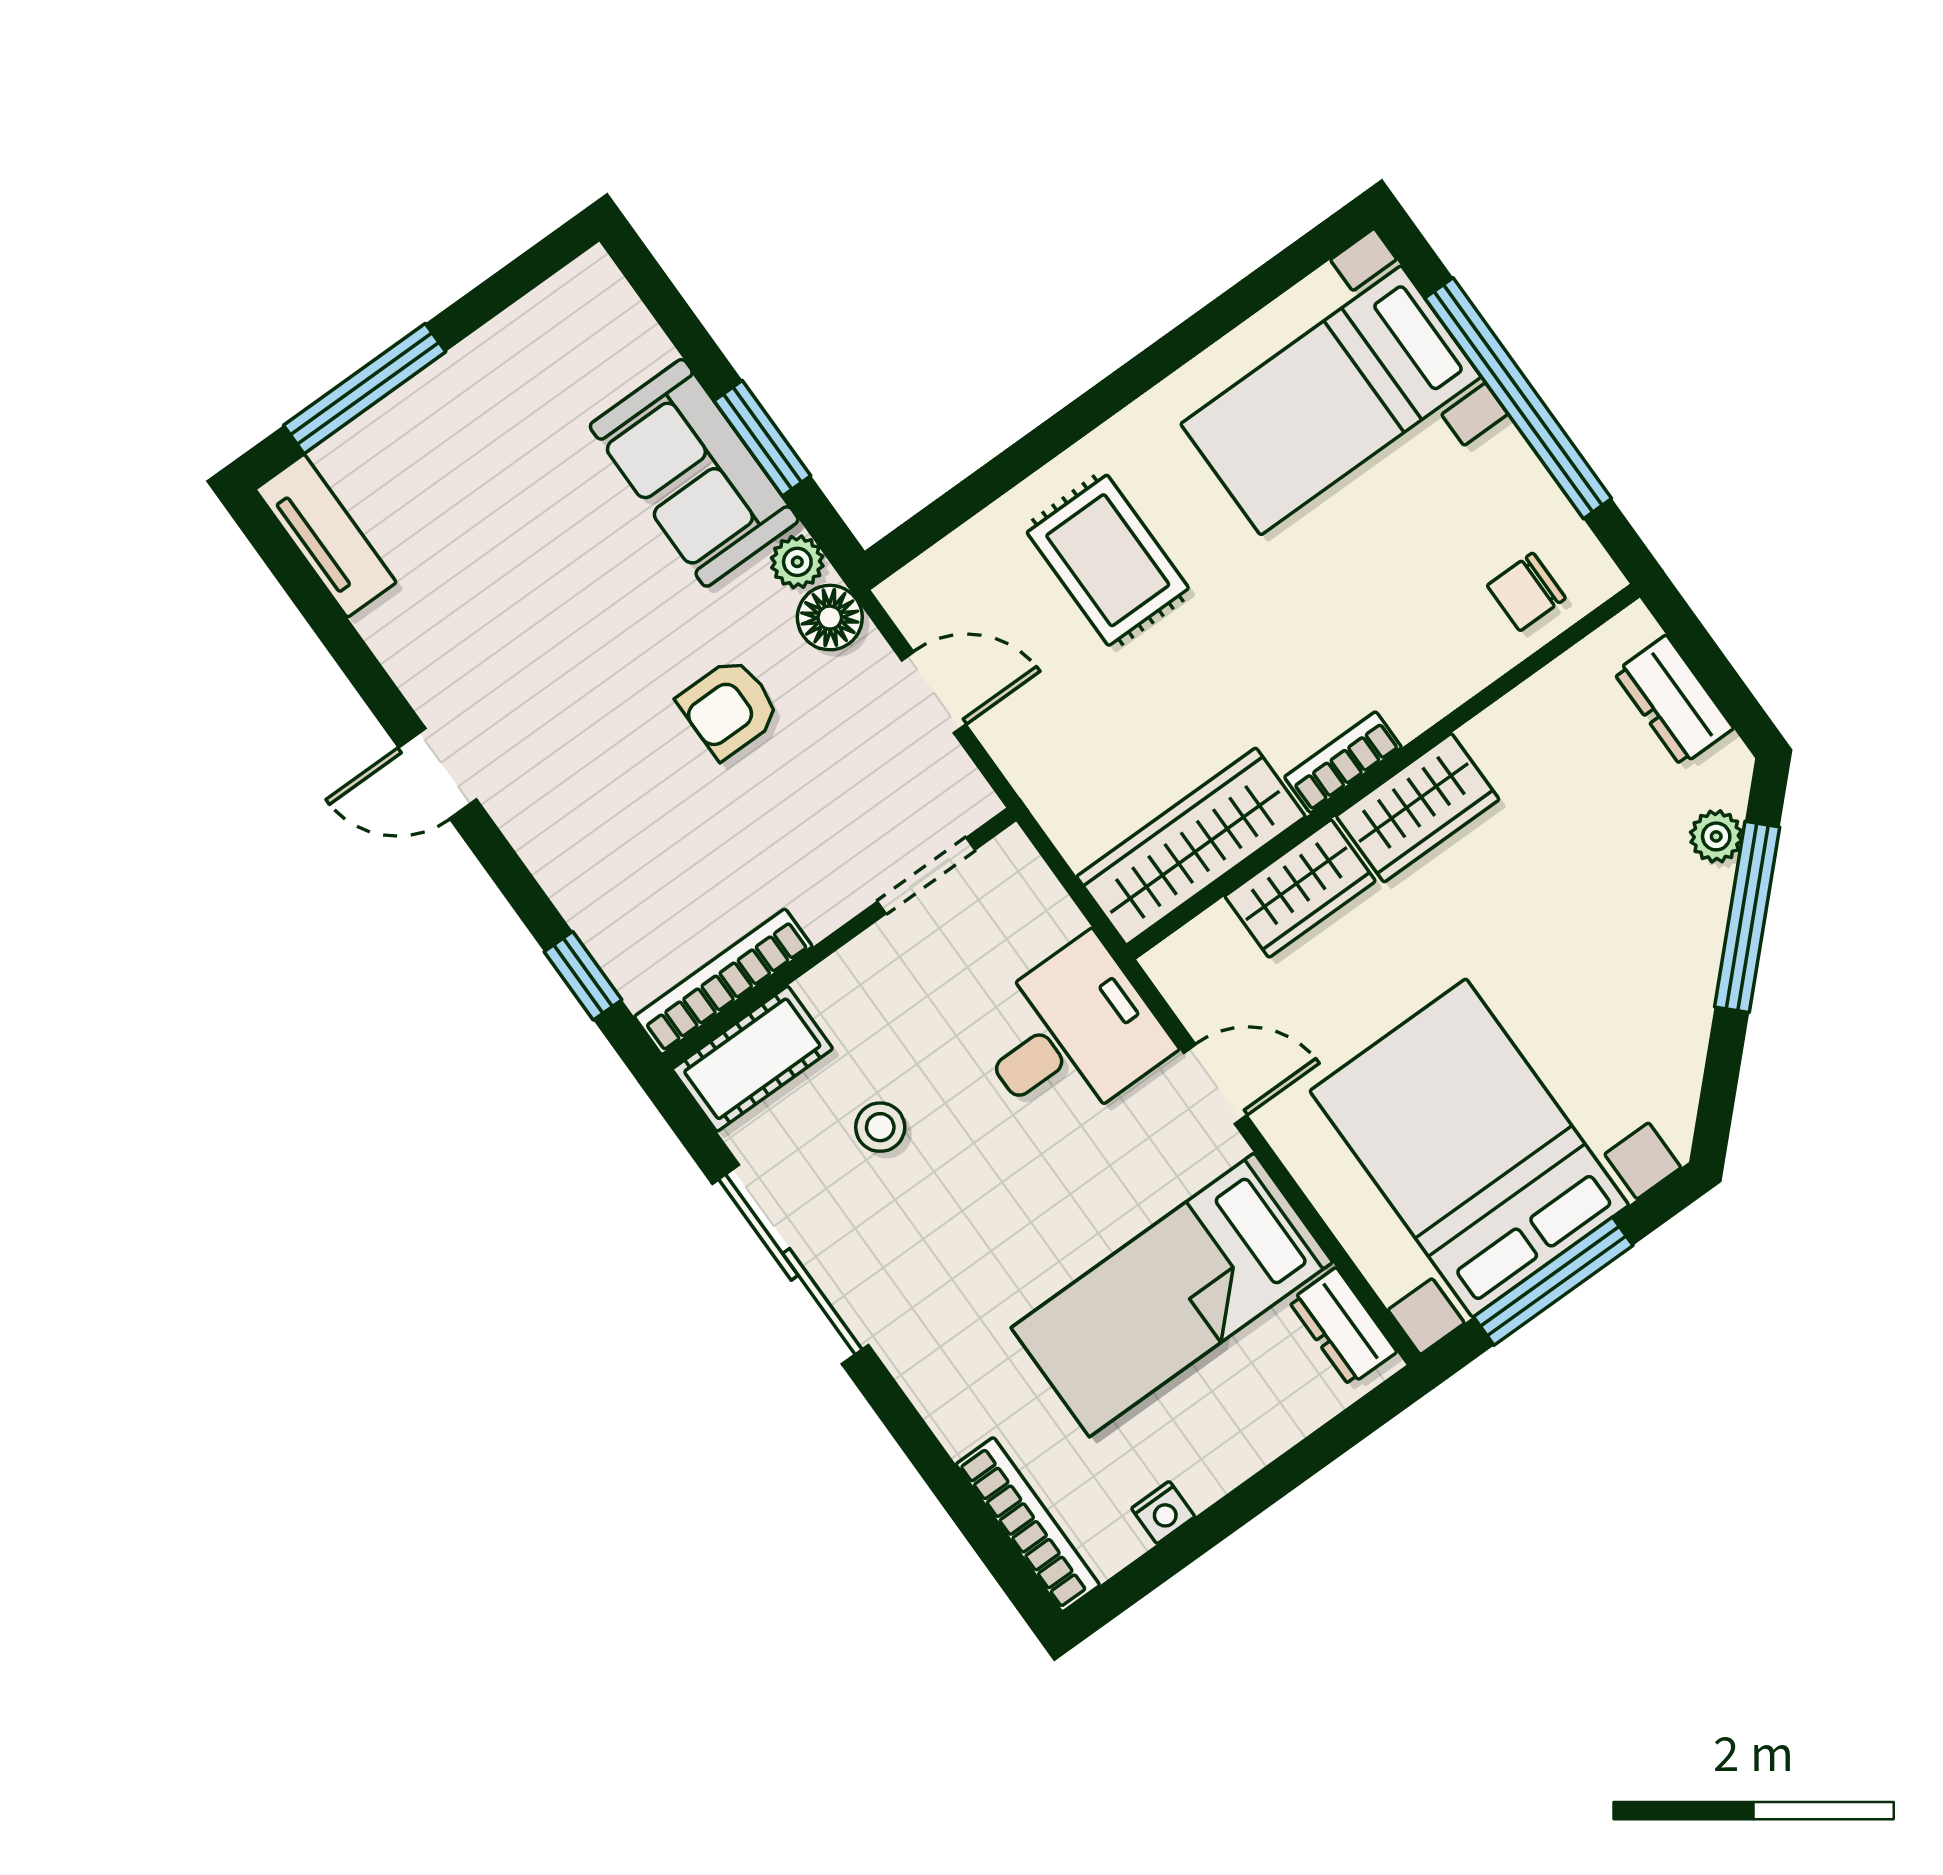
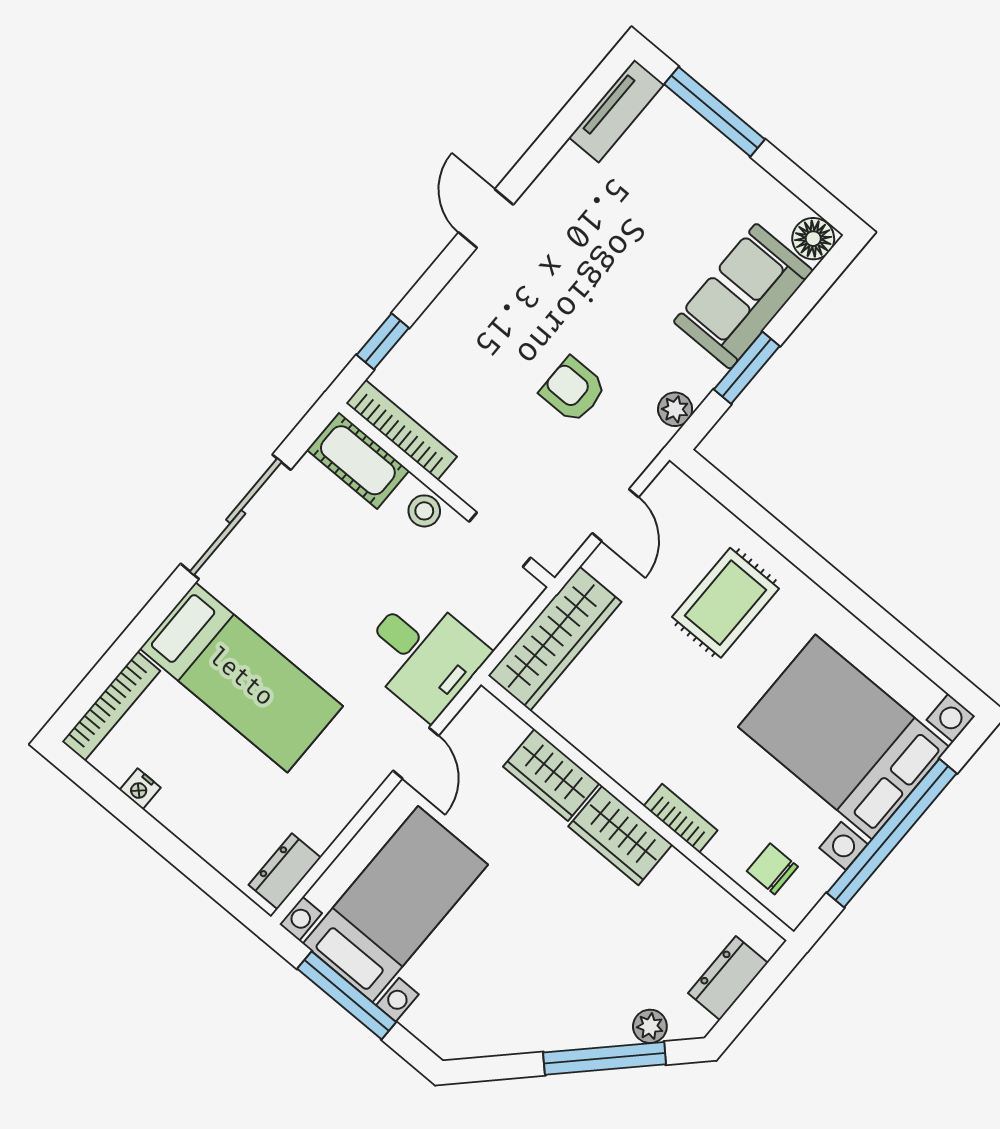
bed with nightstands: (1331, 400) -> (844, 737), width x1.36
sofa: (694, 473) -> (743, 296), moved
floor lamp: (830, 618) -> (813, 239), moved
bookcase: (1343, 762) -> (681, 818), moved
wardrobe: (1191, 846) -> (555, 639), moved, turned 90
stool: (880, 1127) -> (424, 511), moved
bed with nightstands: (1469, 1148) -> (395, 904), width x0.73
bed: (1172, 1295) -> (241, 677), moved, turned 180

